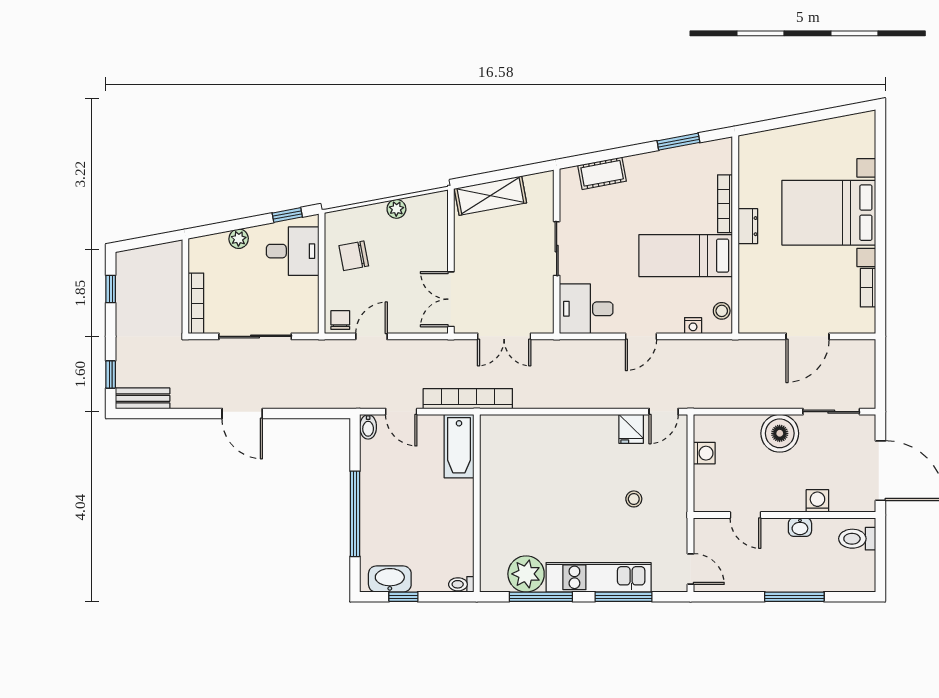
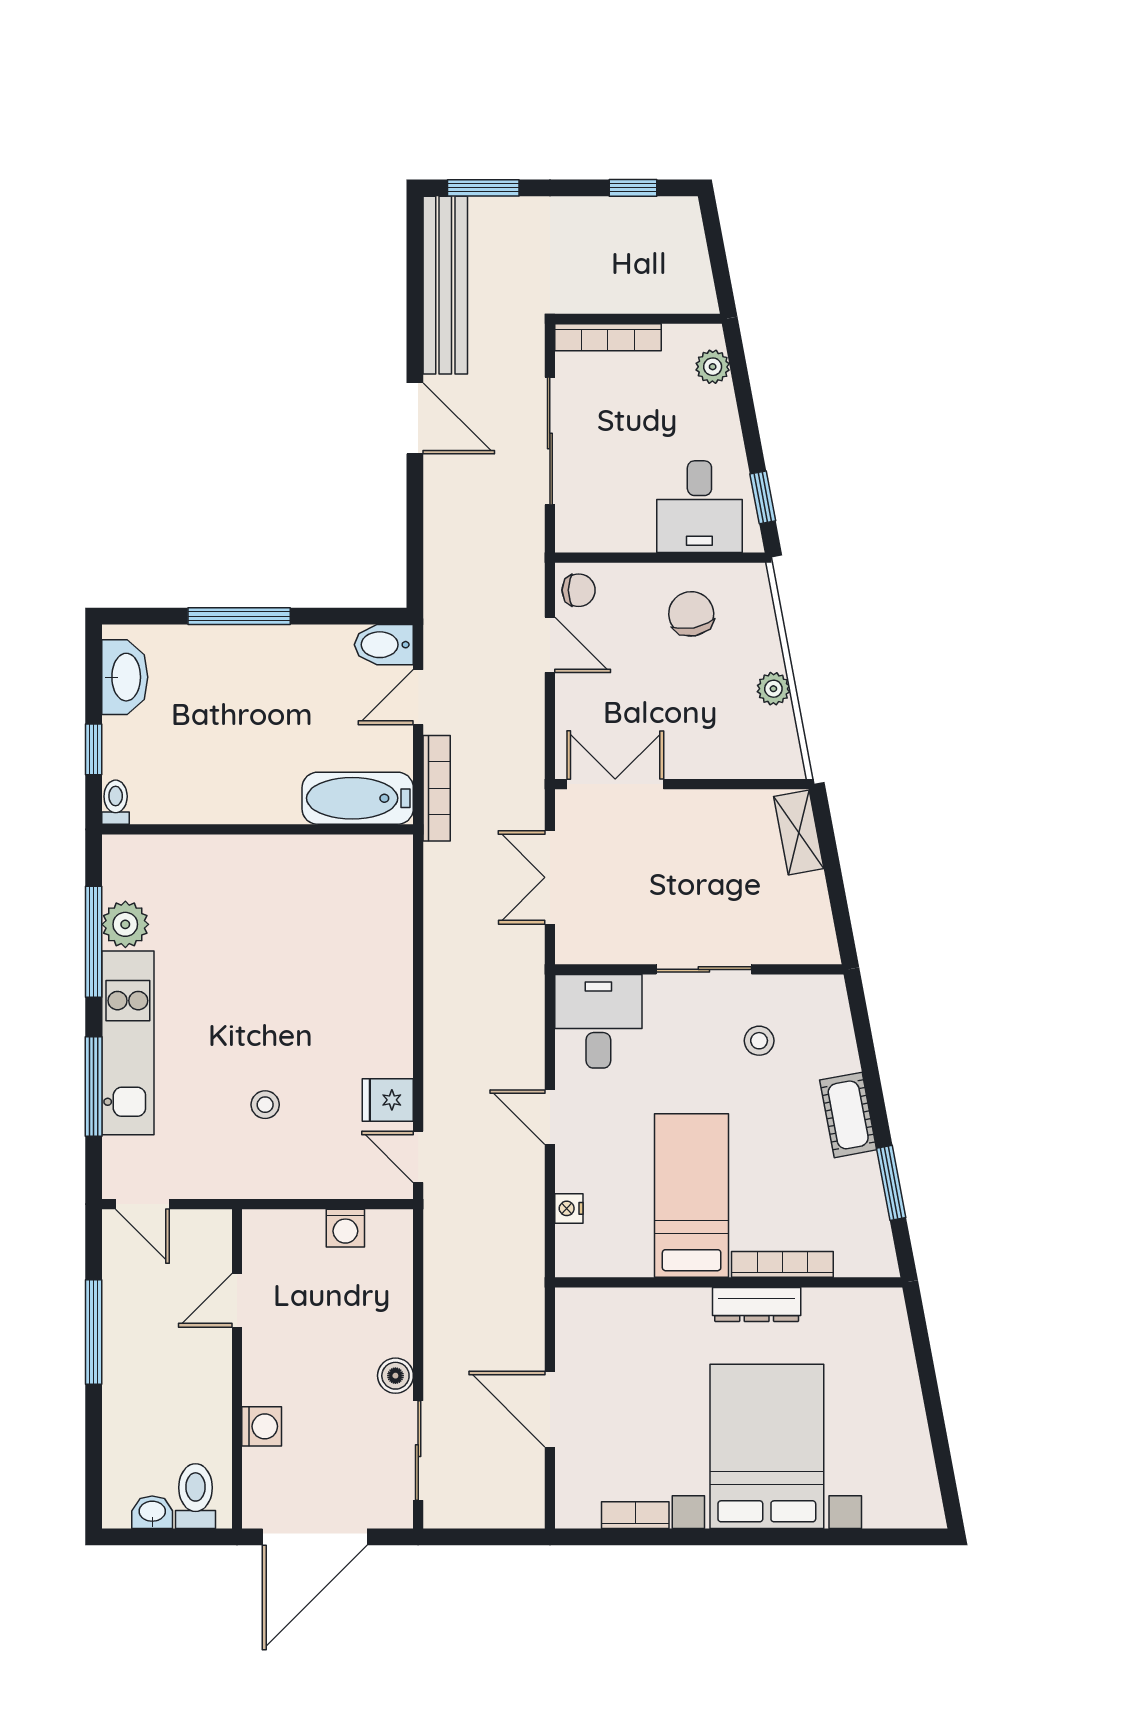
cot: (602, 173) -> (848, 1115), moved
shelving: (490, 196) -> (799, 833), width x0.67, depth x0.75
dresser: (748, 226) -> (757, 1305), width x1.44
plant: (239, 239) -> (713, 367), moved
stool: (722, 311) -> (759, 1041), moved
window: (111, 374) -> (483, 188), width x1.50
bench: (143, 398) -> (445, 285), width x1.86, depth x1.21
bookcase: (468, 399) -> (437, 788), width x0.68, depth x0.76
door: (242, 413) -> (415, 418), swing flipped
bidet: (368, 427) -> (384, 645), width x1.38, depth x1.36
boiler: (780, 433) -> (395, 1376), width x0.54, depth x0.54
window: (355, 514) -> (239, 616), width x0.68
washbasin: (800, 527) -> (152, 1512), moved, turned 90
door: (691, 569) -> (142, 1204), hinge flipped
plant: (526, 574) -> (125, 924), width x0.73, depth x0.73
window: (403, 597) -> (94, 749), moved
window: (794, 597) -> (94, 1332), moved

